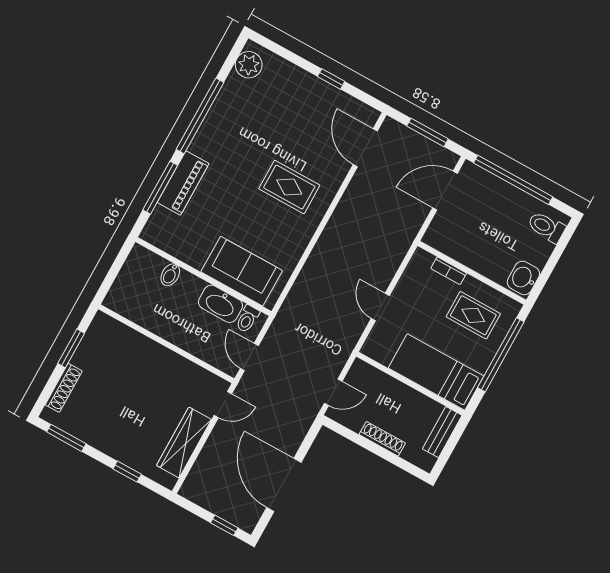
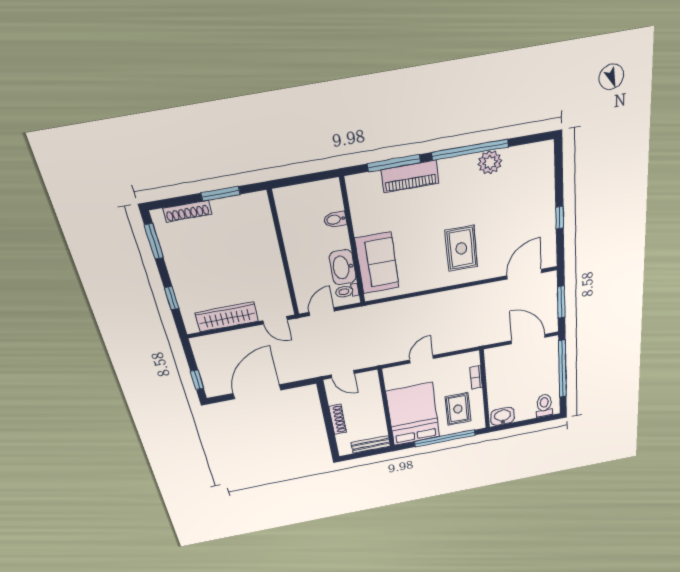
plant: (249, 65) -> (490, 162), moved
bed: (436, 372) -> (413, 414), width x1.50

